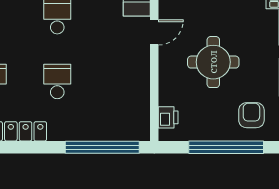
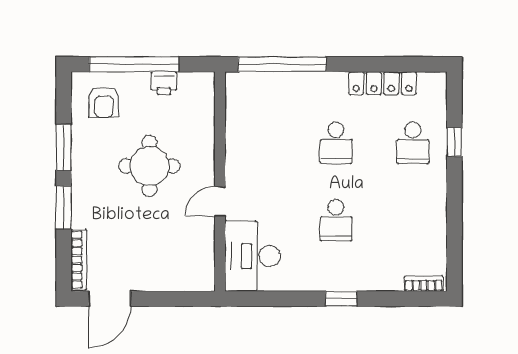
printer: (168, 117) -> (164, 83), moved, turned -90

